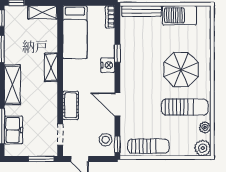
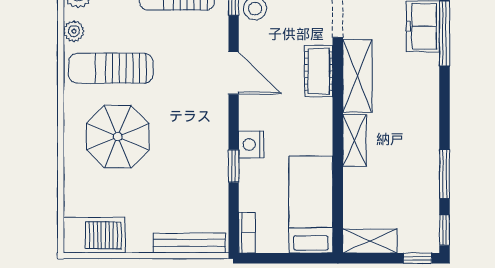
barbecue: (179, 15) -> (94, 235), moved
shelving: (12, 85) -> (357, 76), moved

